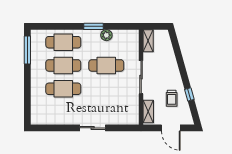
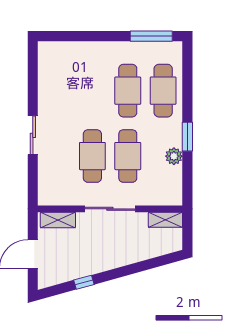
cafe table: (63, 89) -> (92, 156), moved
trolley: (172, 98) -> (78, 255), removed

